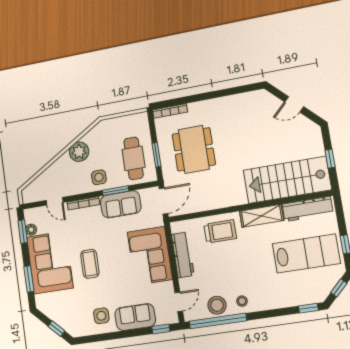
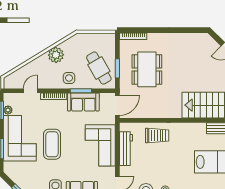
cafe table: (134, 158) -> (99, 68), turned -30
door: (55, 201) -> (30, 91), swing flipped
shelving: (262, 216) -> (190, 129), removed
coffee table: (90, 264) -> (52, 144), width x1.36, depth x1.32

